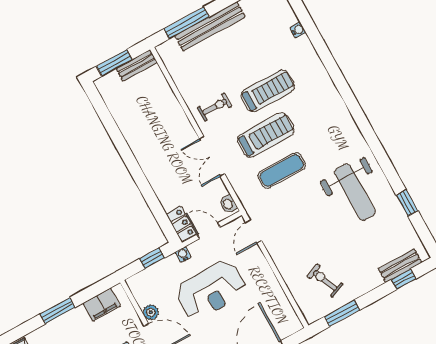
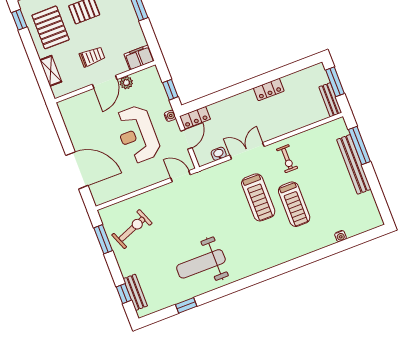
locker: (135, 141) -> (269, 90), added
exercise mat: (282, 170) -> (227, 206), removed
washbasin: (228, 204) -> (219, 154), moved
exercise bike: (325, 281) -> (132, 229), width x1.38, depth x1.39
filing cabinet: (102, 305) -> (139, 57), moved, turned 90

